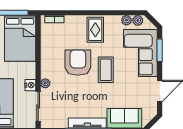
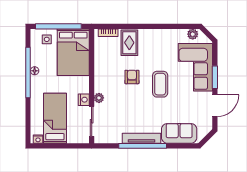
plant: (126, 20) -> (181, 34), removed
rug: (95, 30) -> (129, 43), moved
window: (160, 50) -> (215, 77), moved
armchair: (78, 63) -> (132, 77), width x0.53, depth x0.53

